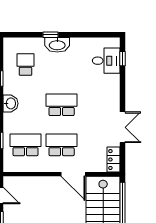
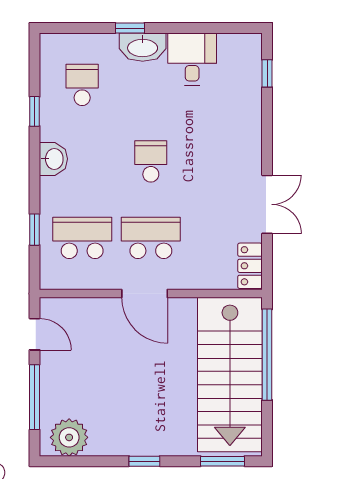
desk: (106, 61) -> (192, 59), moved, turned -90
school desk: (62, 105) -> (151, 161), width x0.54
door: (73, 174) -> (145, 294), moved

